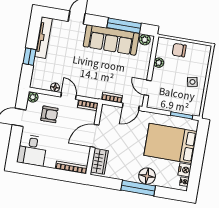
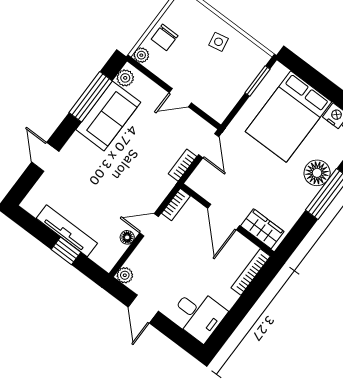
tv unit: (43, 38) -> (67, 231), moved
sofa: (111, 40) -> (108, 116), width x0.73
plant: (159, 63) -> (141, 55), moved
door: (148, 88) -> (180, 98), moved
armchair: (49, 114) -> (161, 265), removed

